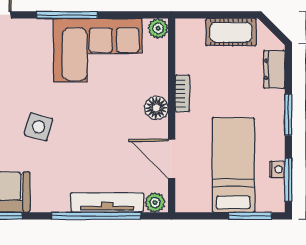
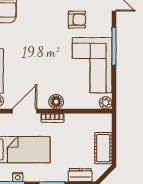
armchair: (25, 74) -> (77, 20), added
bookcase: (182, 93) -> (52, 118), moved
side table: (39, 127) -> (44, 28), removed

